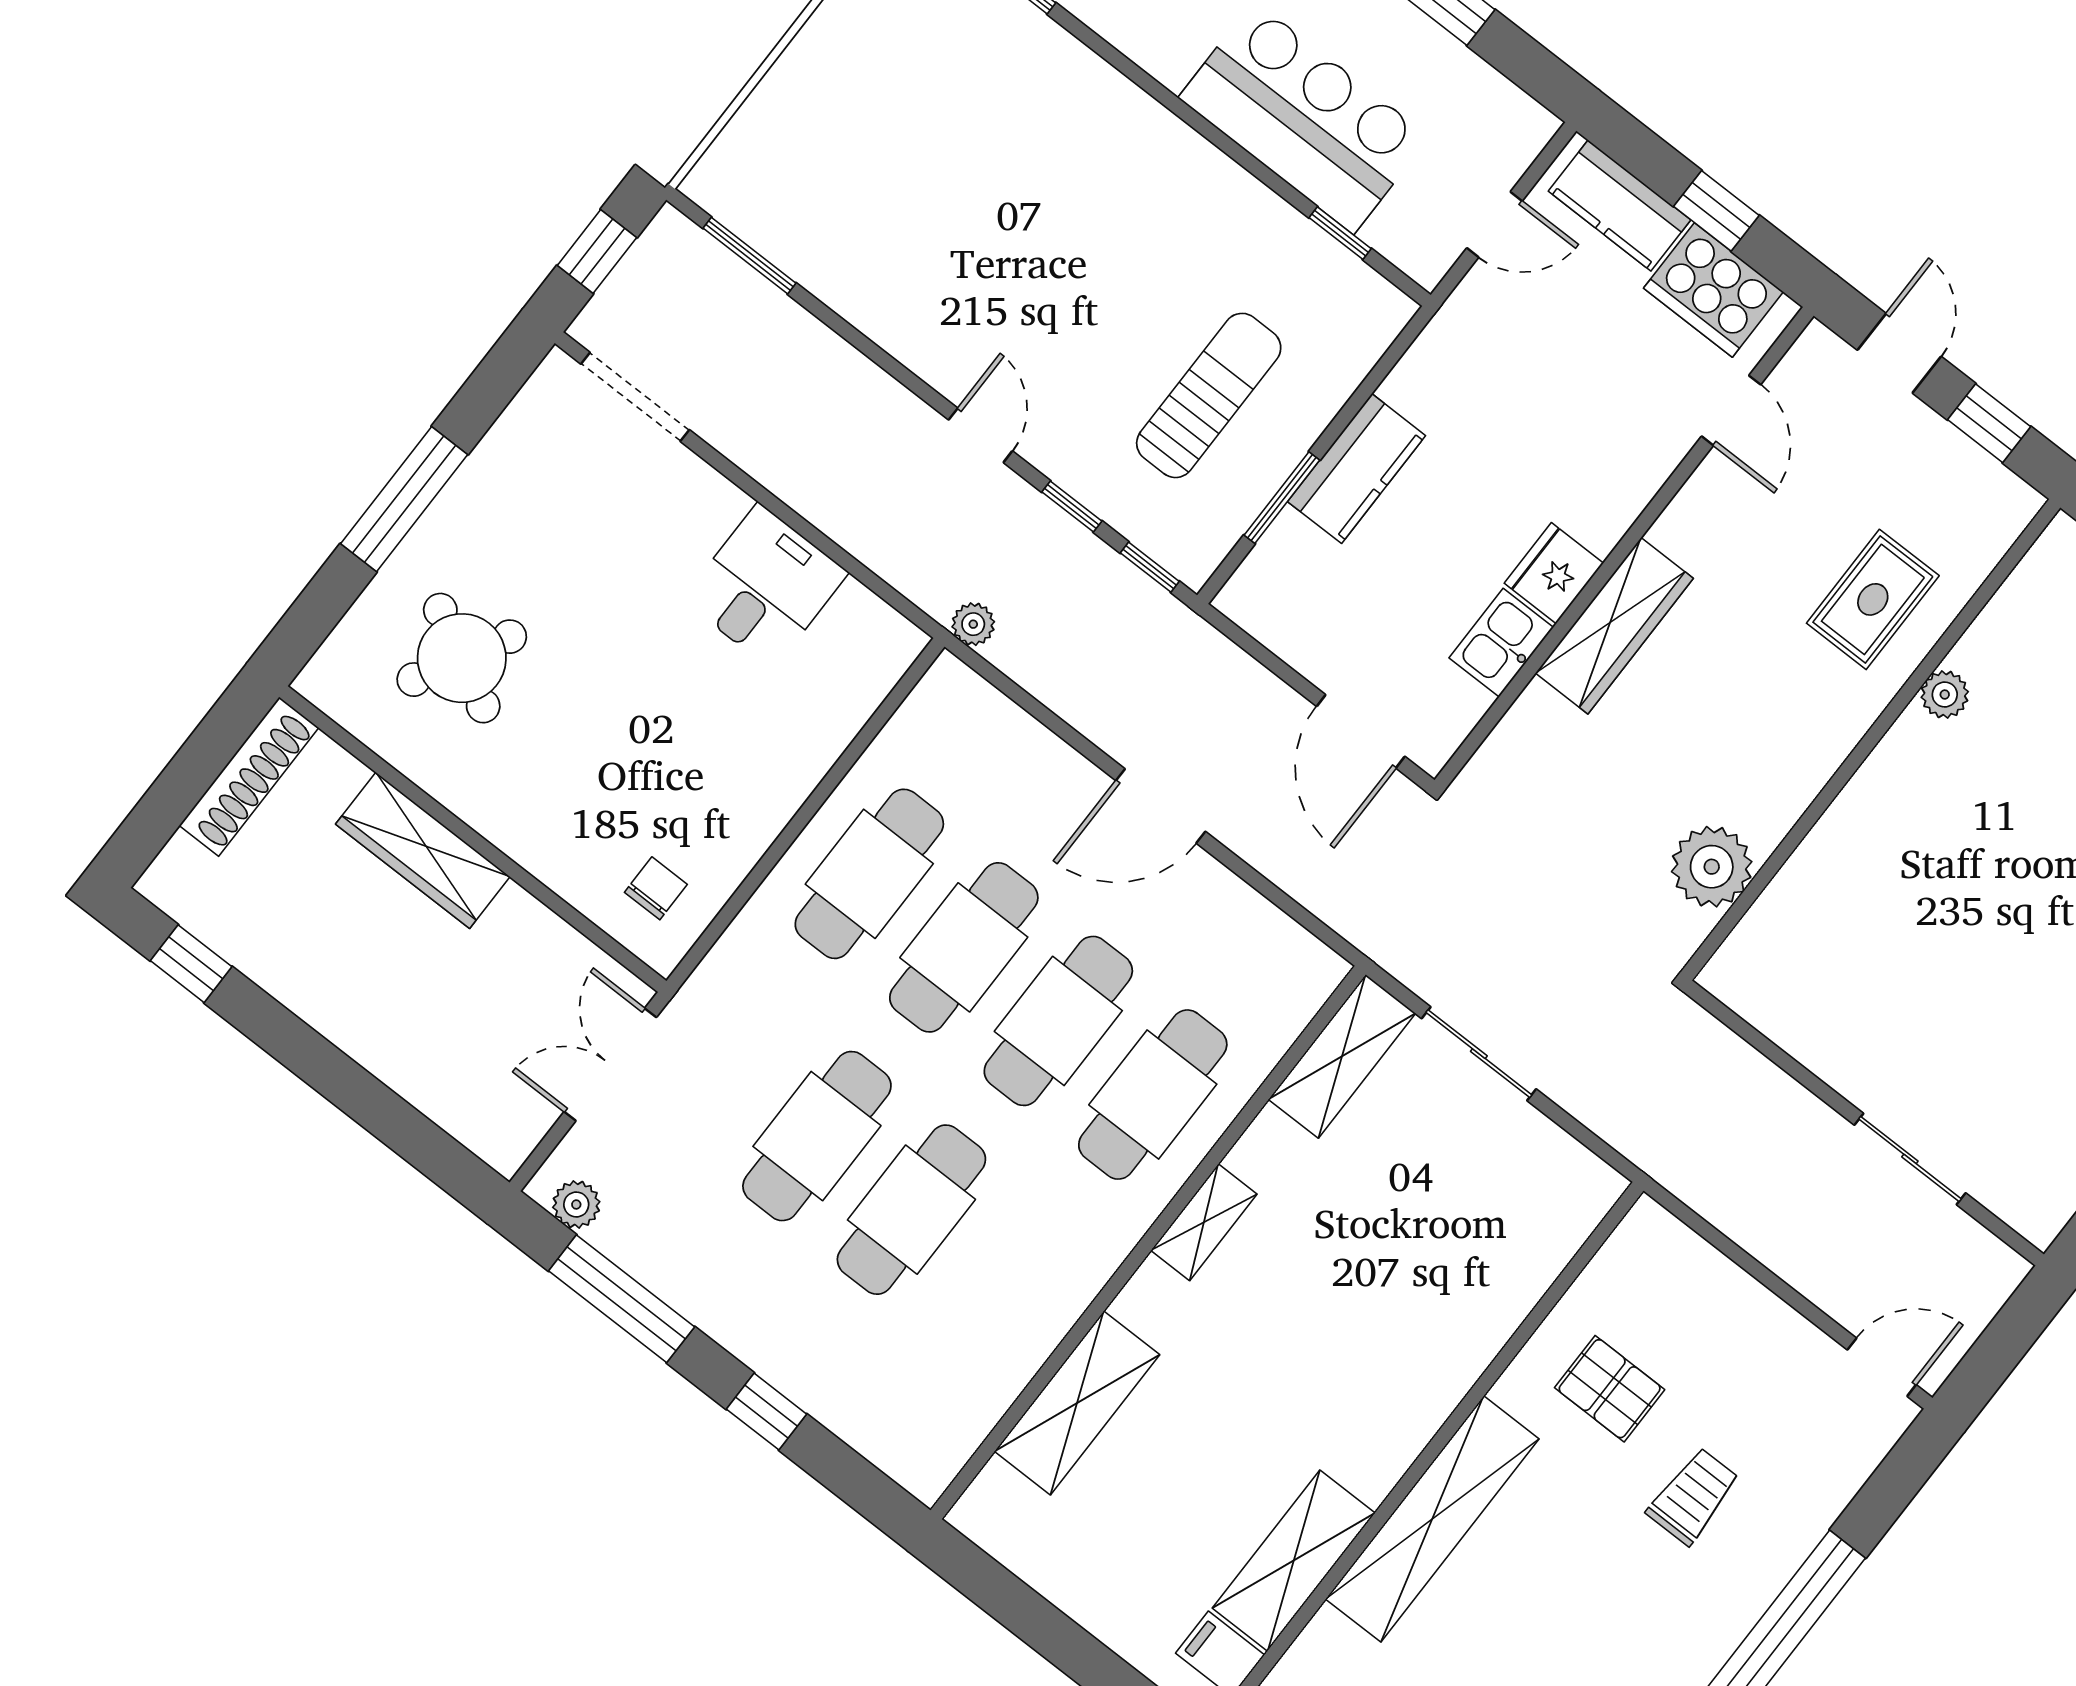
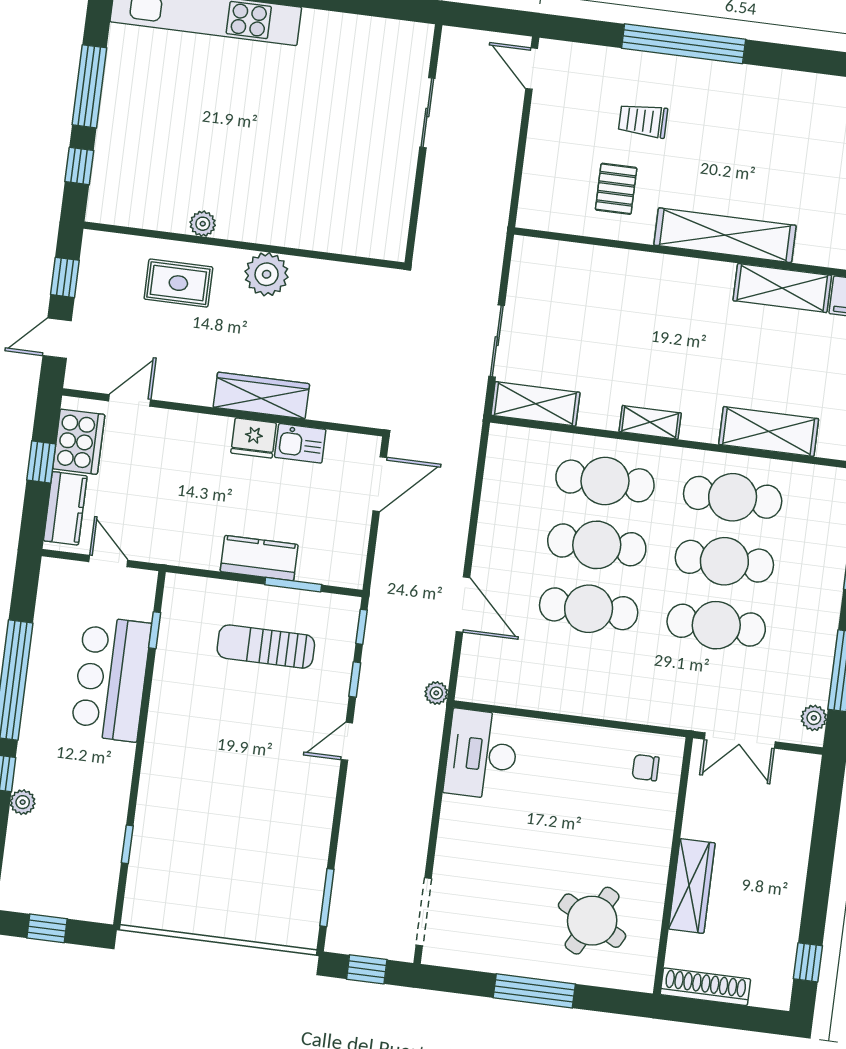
desk: (765, 586) -> (481, 754), moved, width x1.37
door: (1161, 806) -> (463, 604), moved
plant: (1712, 867) -> (267, 274), moved
cafe table: (869, 874) -> (733, 497), moved

